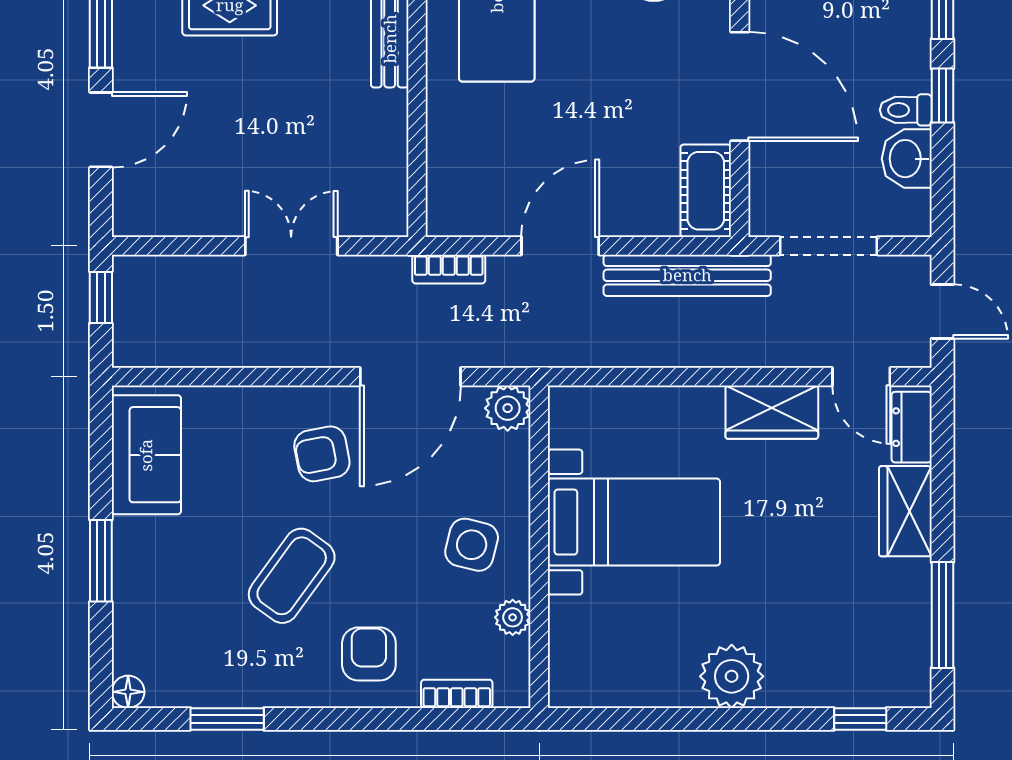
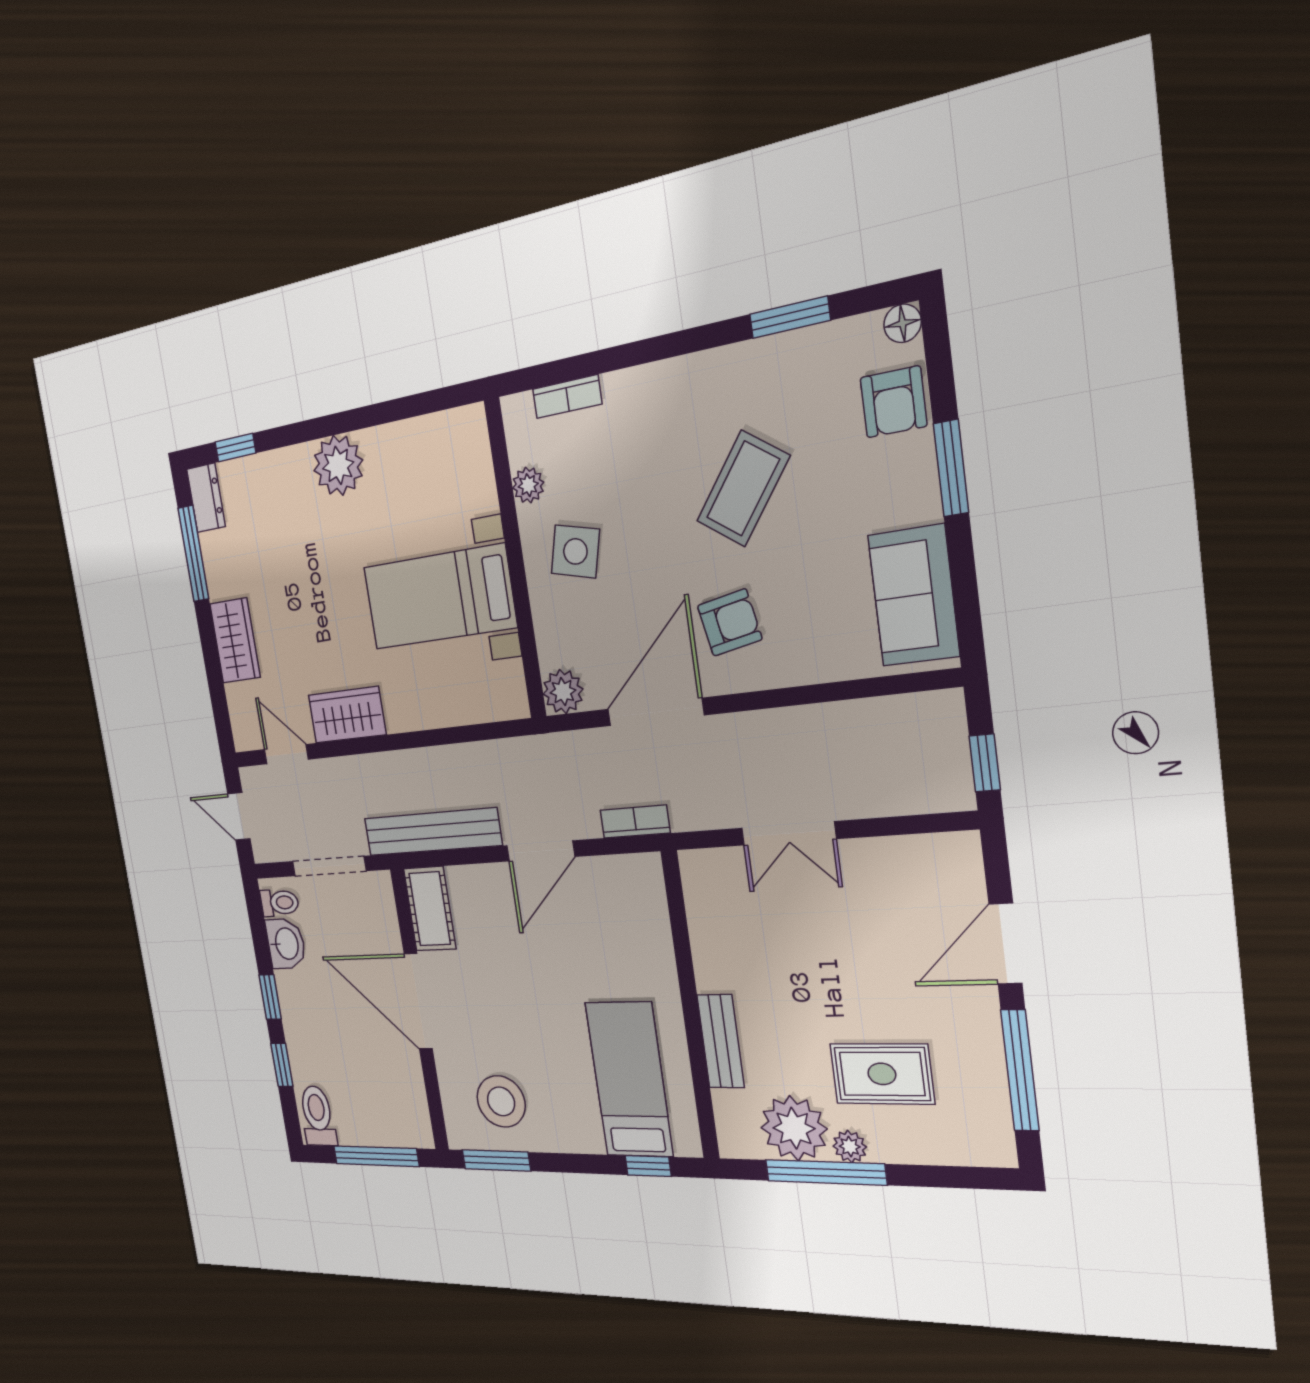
toilet: (906, 110) -> (279, 903), moved
dresser: (912, 427) -> (206, 498), moved
armchair: (369, 654) -> (894, 402), moved

